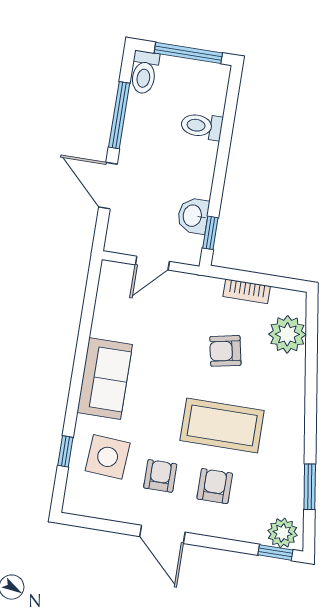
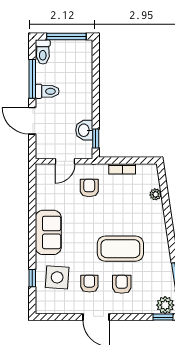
toilet: (202, 126) -> (47, 91), moved, turned 180
plant: (287, 334) -> (156, 194), width x0.53, depth x0.53
armchair: (225, 351) -> (89, 188), moved, turned 101

